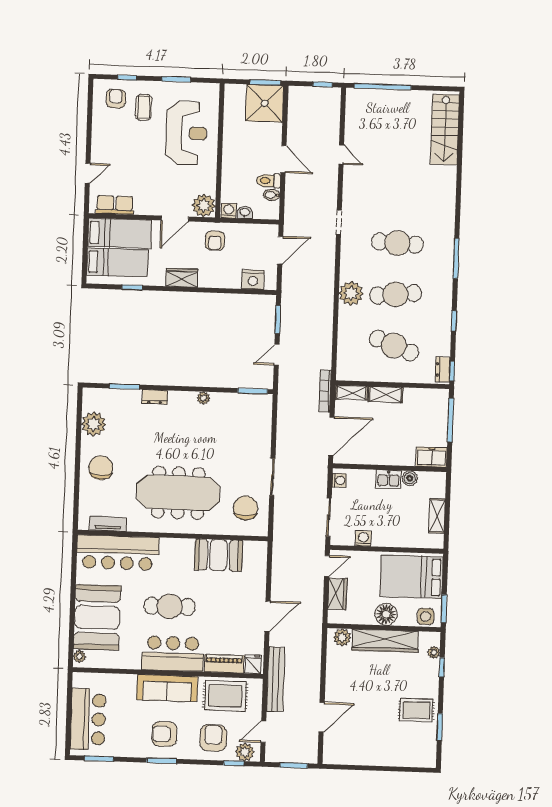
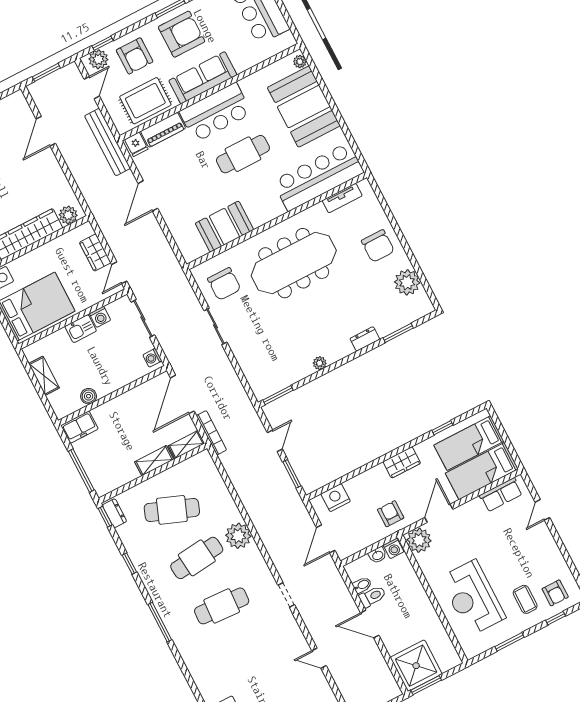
kitchen sink: (388, 479) -> (81, 329), moved, turned 180
floor lamp: (386, 614) -> (40, 259), removed
armchair: (164, 734) -> (182, 34), width x1.36, depth x1.36

